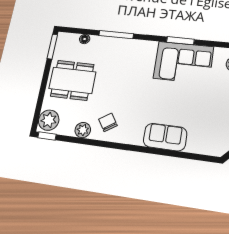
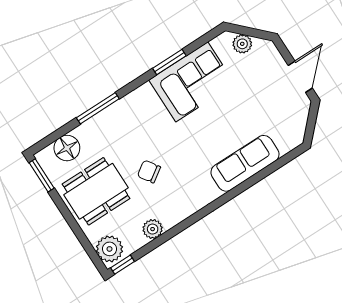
floor lamp: (85, 39) -> (67, 148), width x1.89, depth x1.89
chair: (108, 122) -> (149, 172), moved
sofa: (165, 137) -> (245, 163), width x1.36

